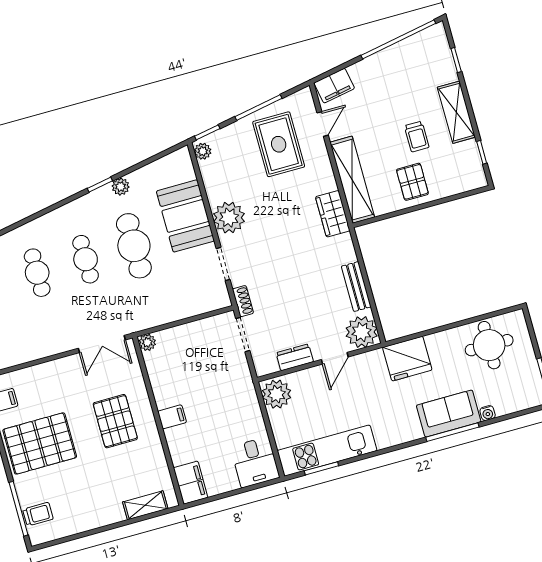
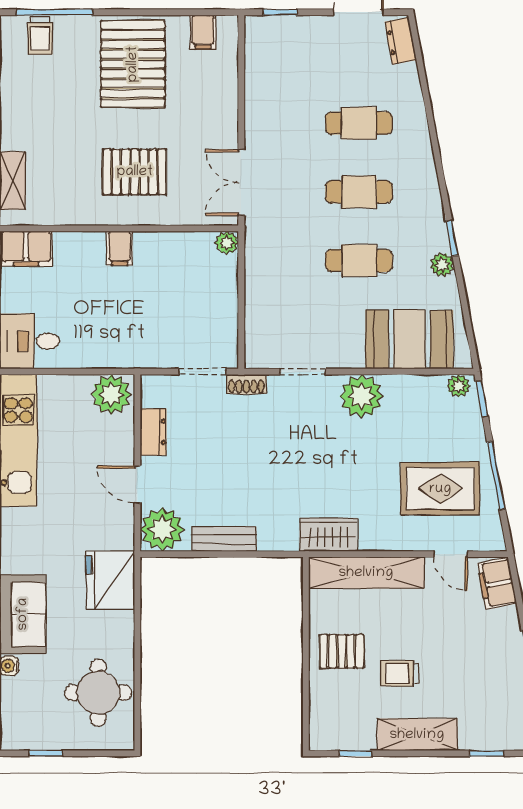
booth: (185, 216) -> (409, 339), moved
cafe table: (134, 246) -> (359, 261), width x0.73, depth x0.74

